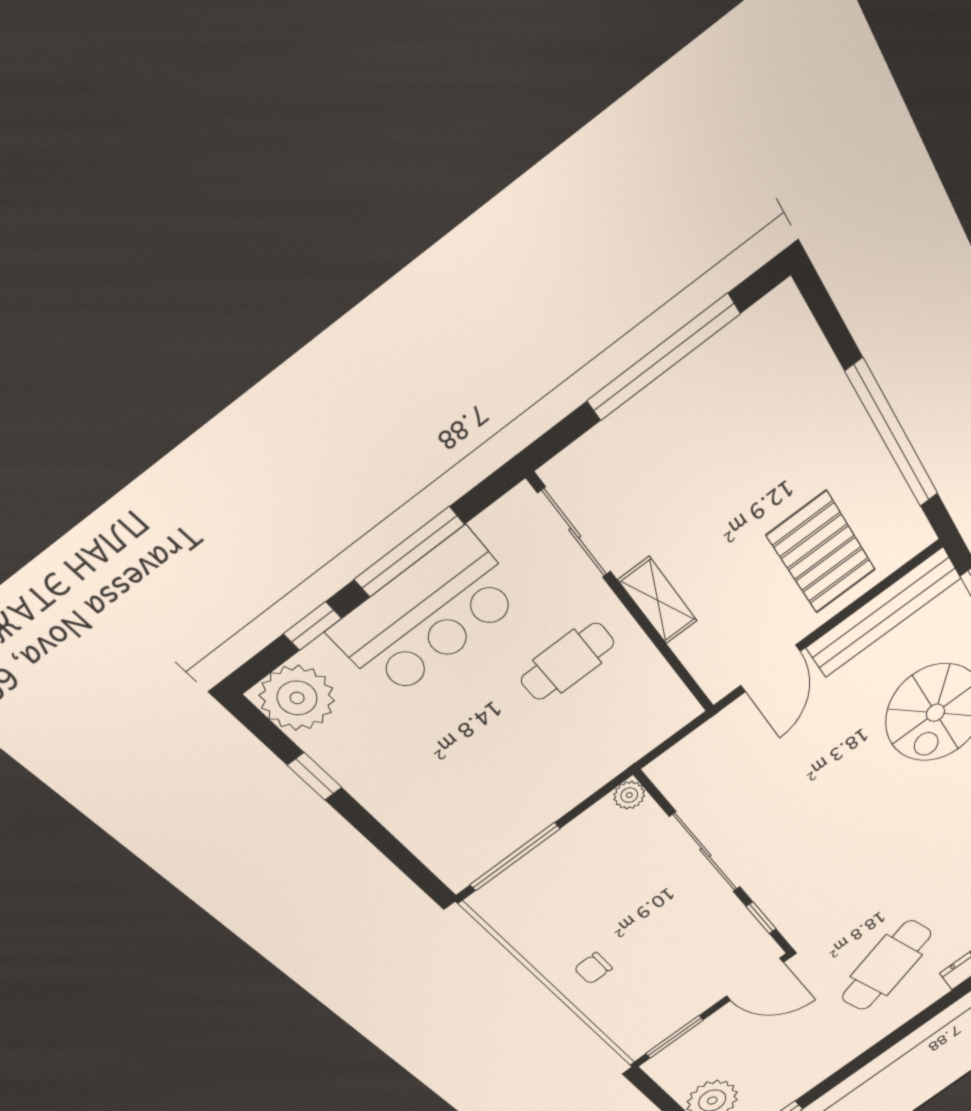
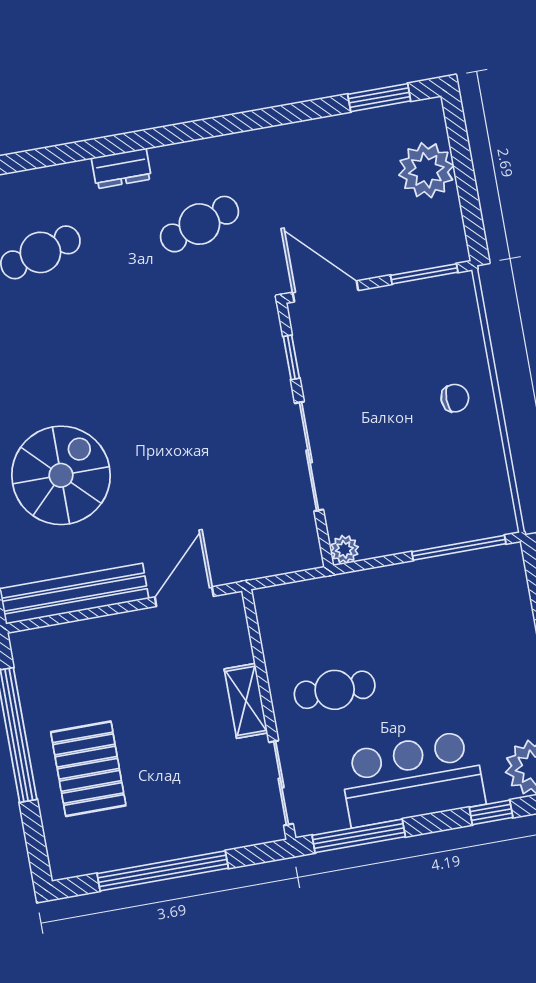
window: (409, 552) -> (359, 836), moved
pallet: (821, 553) -> (88, 769), moved
cafe table: (886, 966) -> (199, 224), width x0.73, depth x0.74

